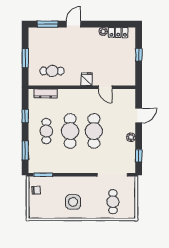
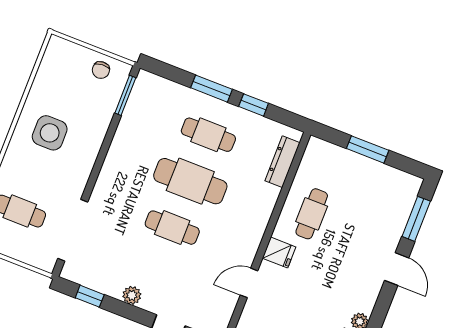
cafe table: (52, 71) -> (312, 214), moved
cafe table: (94, 131) -> (172, 228), width x0.73, depth x0.74
window: (25, 150) -> (211, 89), moved

